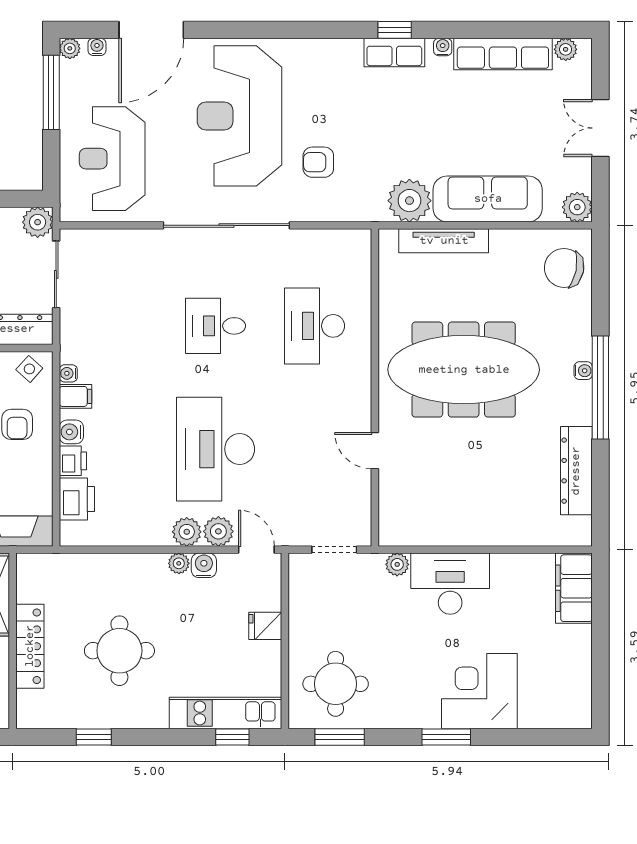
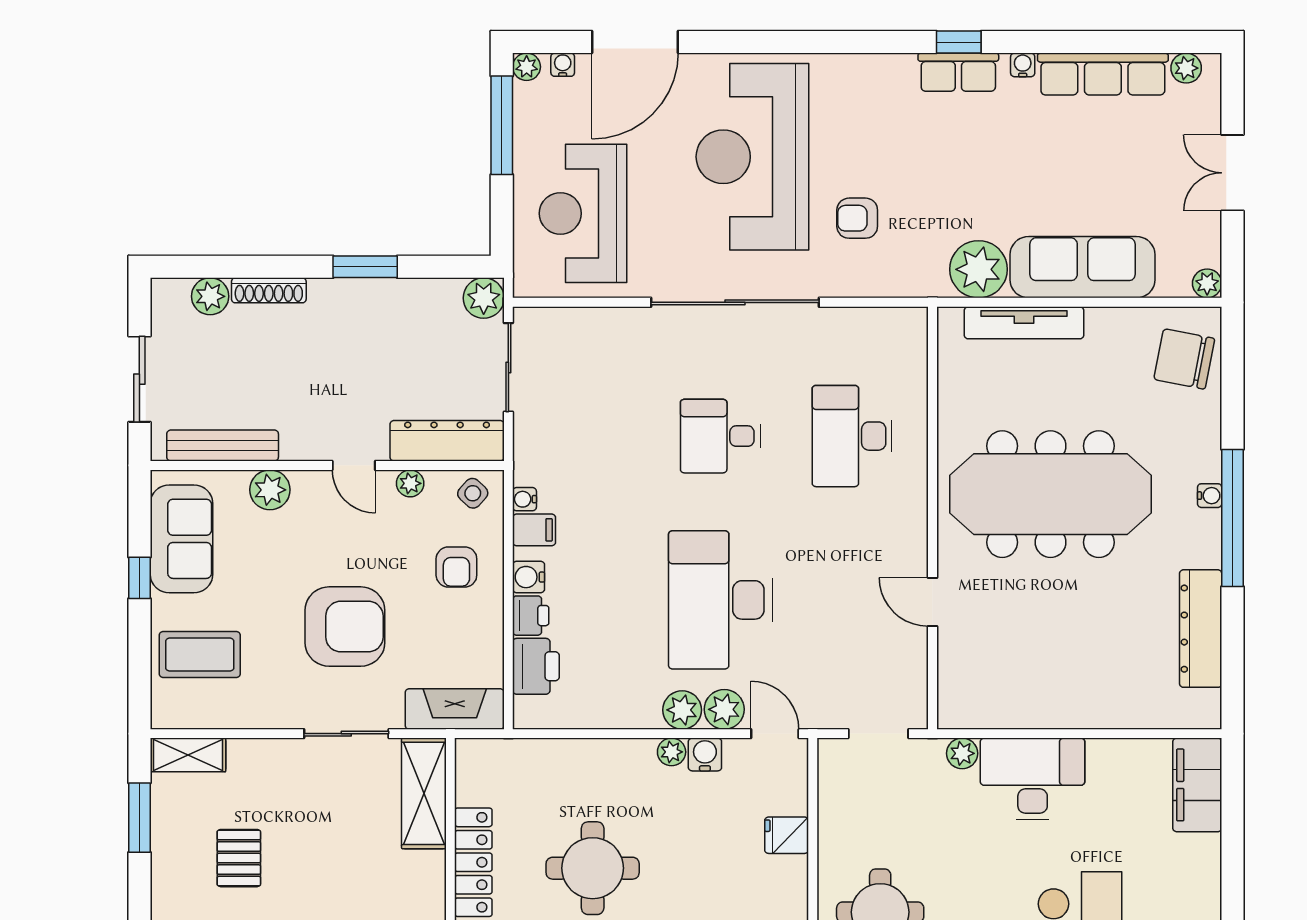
plant: (577, 207) -> (1207, 283), width x0.73, depth x0.73

